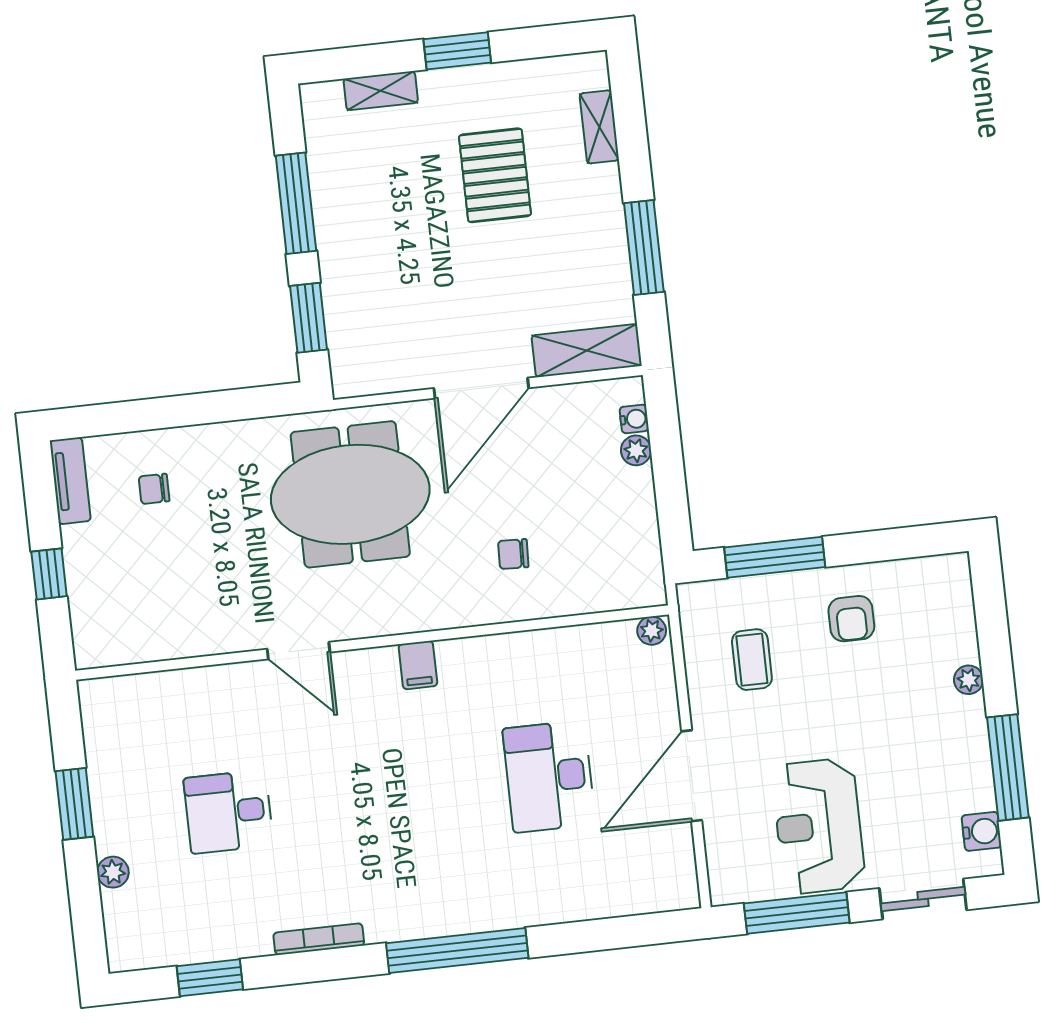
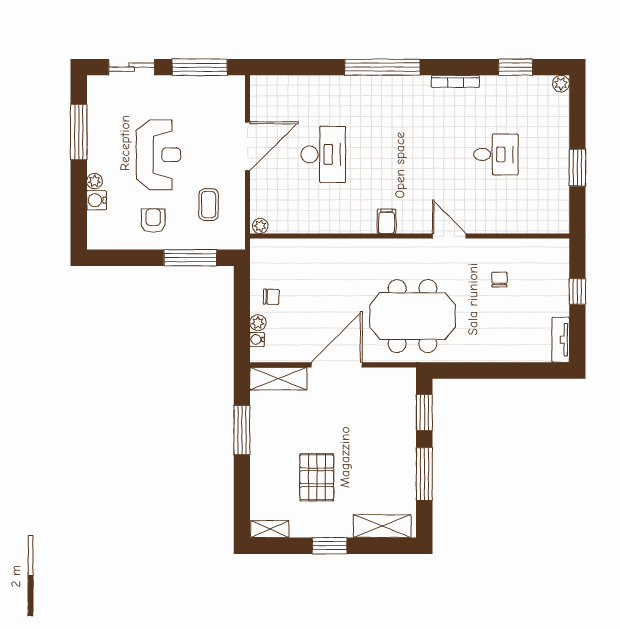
shelving: (381, 91) -> (382, 526), width x1.50, depth x1.33
shelving: (599, 127) -> (270, 529), moved, turned 90
chair: (154, 489) -> (499, 279), moved, turned -90
chair: (513, 554) -> (271, 297), moved
reception desk: (818, 826) -> (158, 155), moved
water cooler: (982, 831) -> (96, 200), moved
plant: (113, 872) -> (561, 84), moved

